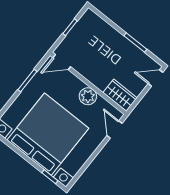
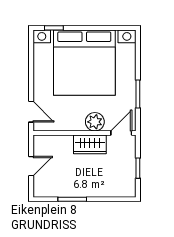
door: (155, 78) -> (31, 166), moved
wardrobe: (120, 95) -> (90, 144), moved
plant: (88, 96) -> (95, 122), moved

